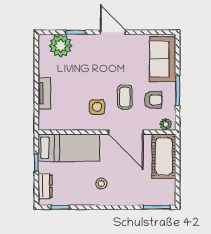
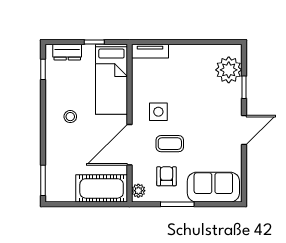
tv unit: (44, 93) -> (150, 51), moved
armchair: (153, 100) -> (166, 176), turned 180

